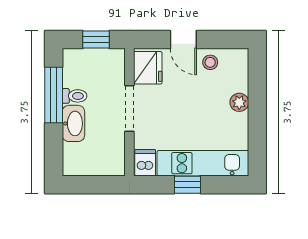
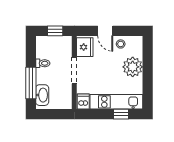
window: (54, 95) -> (31, 83), moved
plant: (239, 102) -> (133, 67), width x1.88, depth x1.88
washbasin: (73, 123) -> (42, 95), moved
window: (187, 185) -> (121, 114), moved

